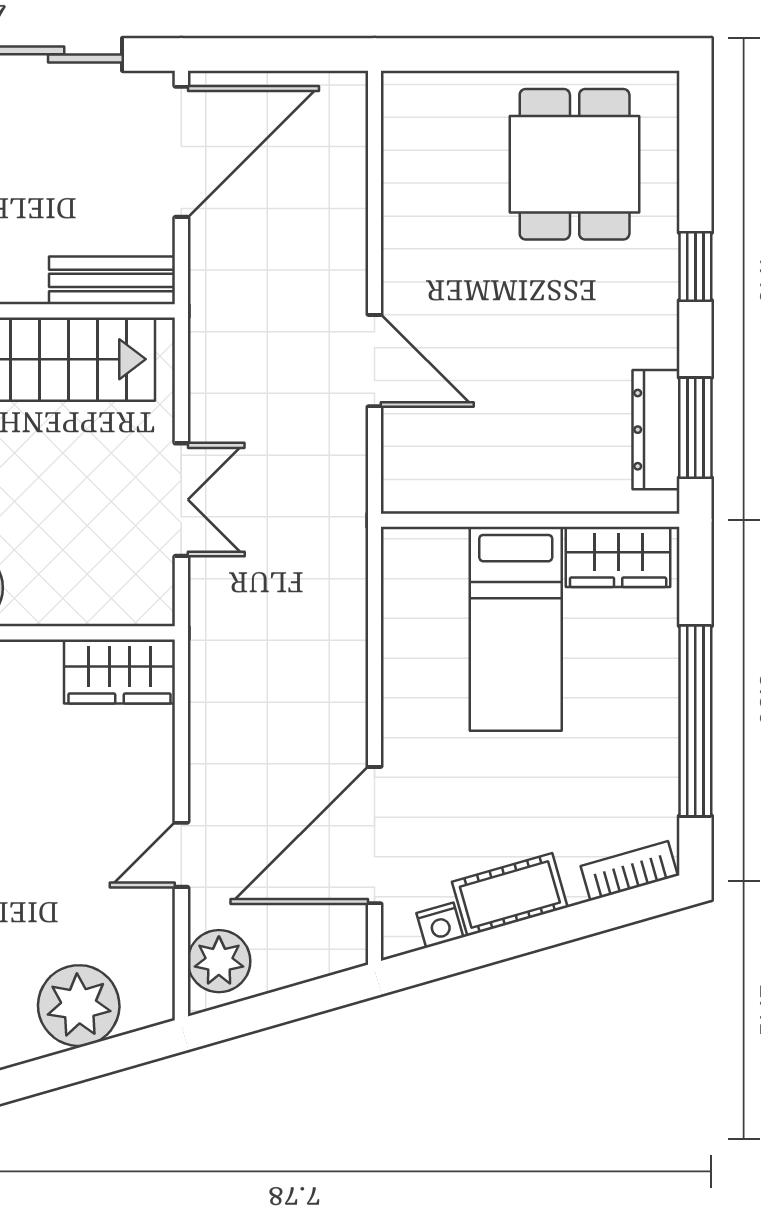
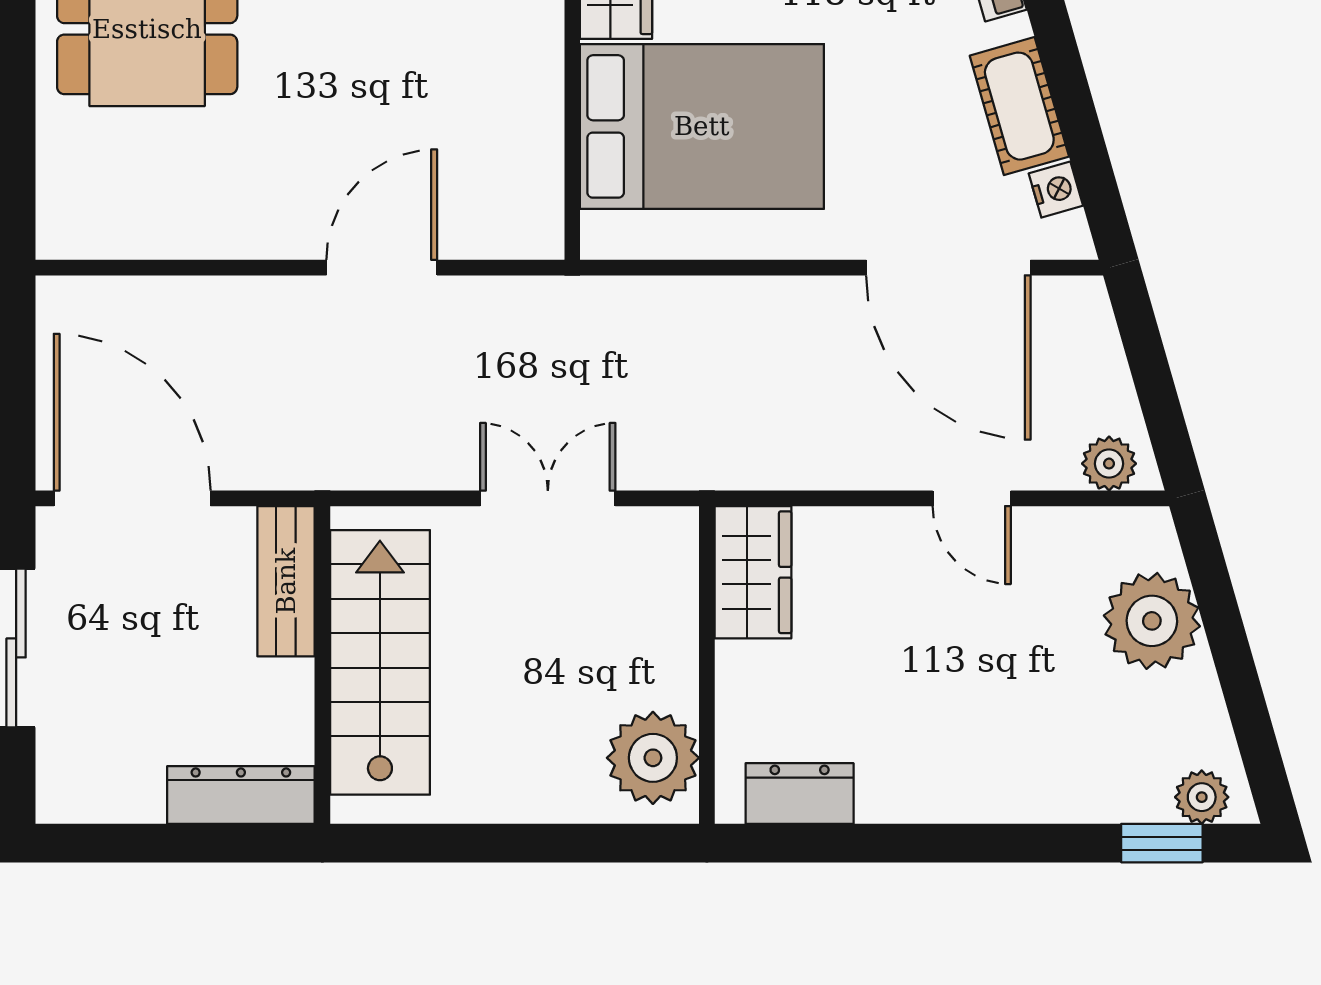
bed: (516, 629) -> (702, 126), width x1.50
plant: (219, 961) -> (1109, 464), width x0.73, depth x0.73

